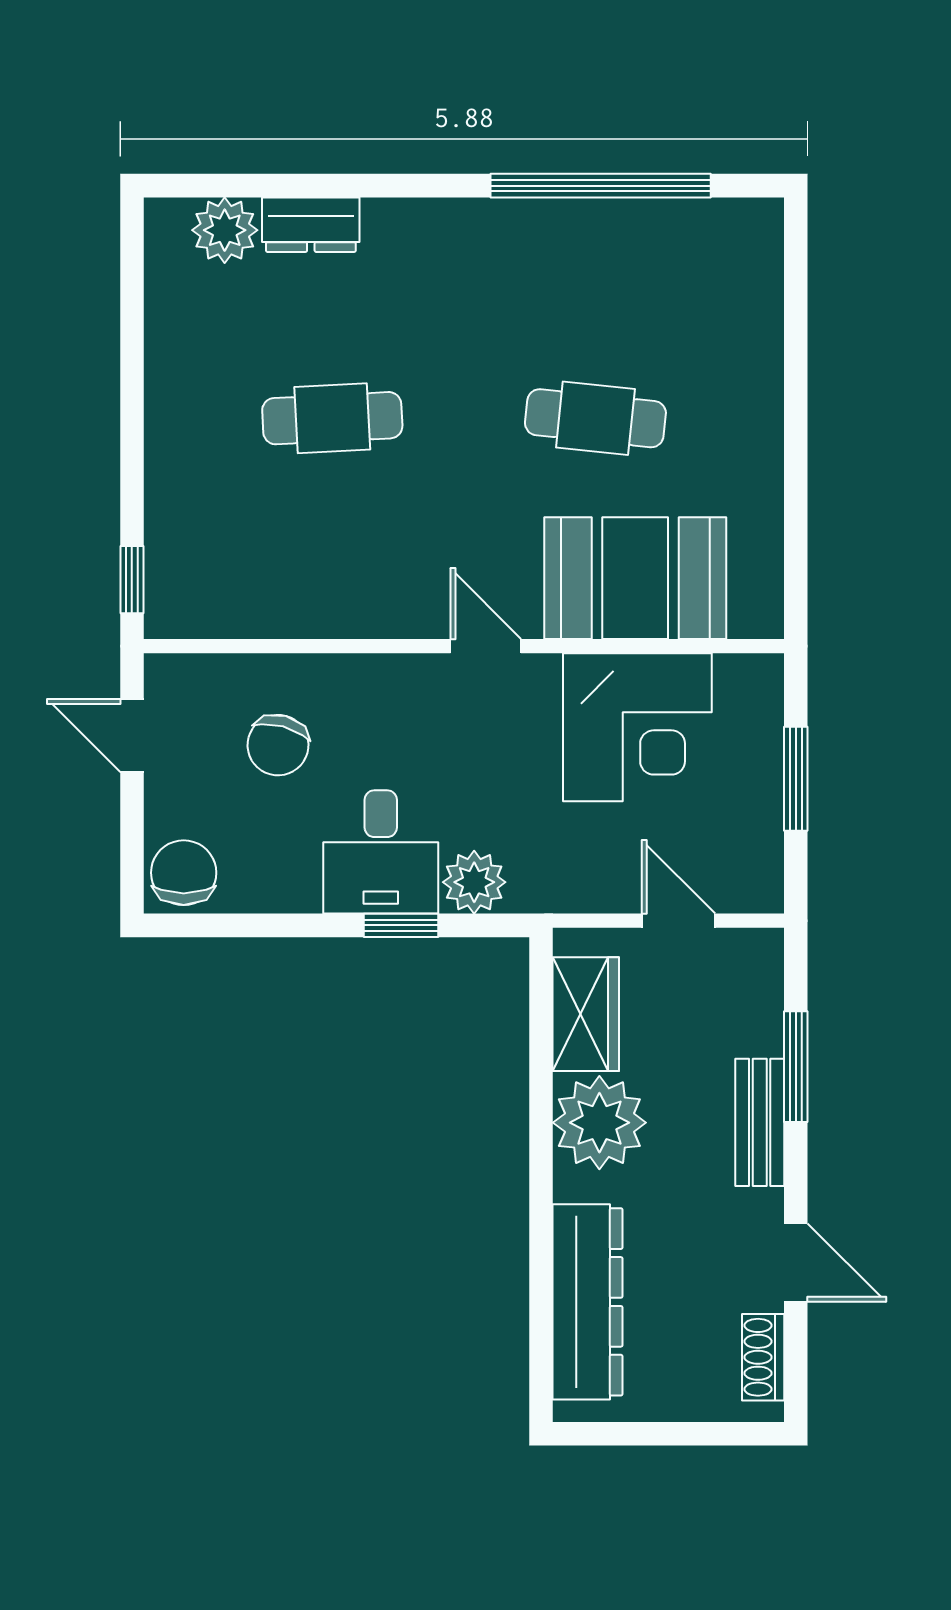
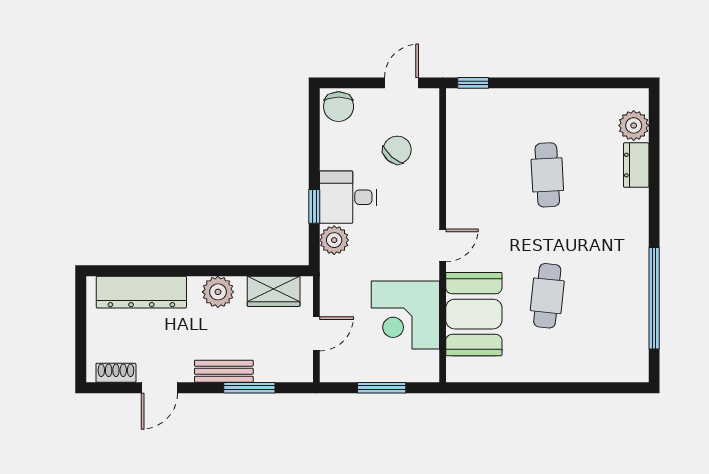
chair: (278, 745) -> (397, 150), turned 116
chair: (184, 873) -> (339, 107), turned 90
plant: (599, 1123) -> (218, 292), width x0.73, depth x0.73

